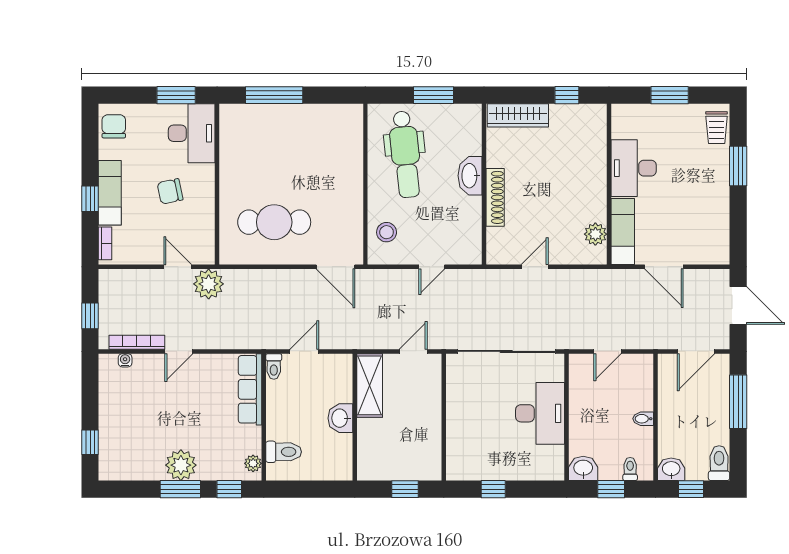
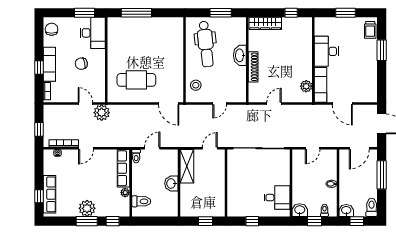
desk: (540, 413) -> (277, 198), moved, width x0.73
row of seats: (110, 439) -> (50, 194), added
plant: (253, 463) -> (125, 193), moved

